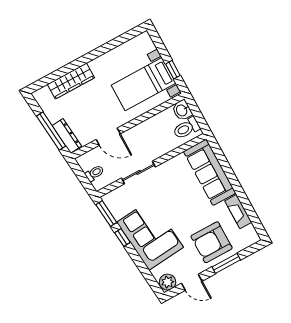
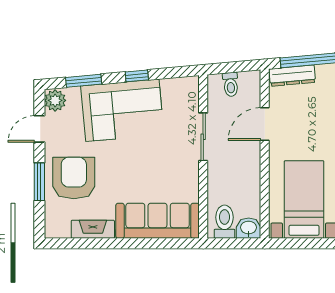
window: (173, 70) -> (302, 243), removed
window: (106, 213) -> (84, 81), moved

